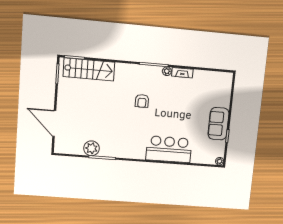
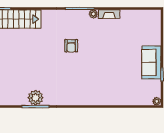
plant: (91, 148) -> (36, 98), moved
bar counter: (169, 149) -> (103, 93), removed

